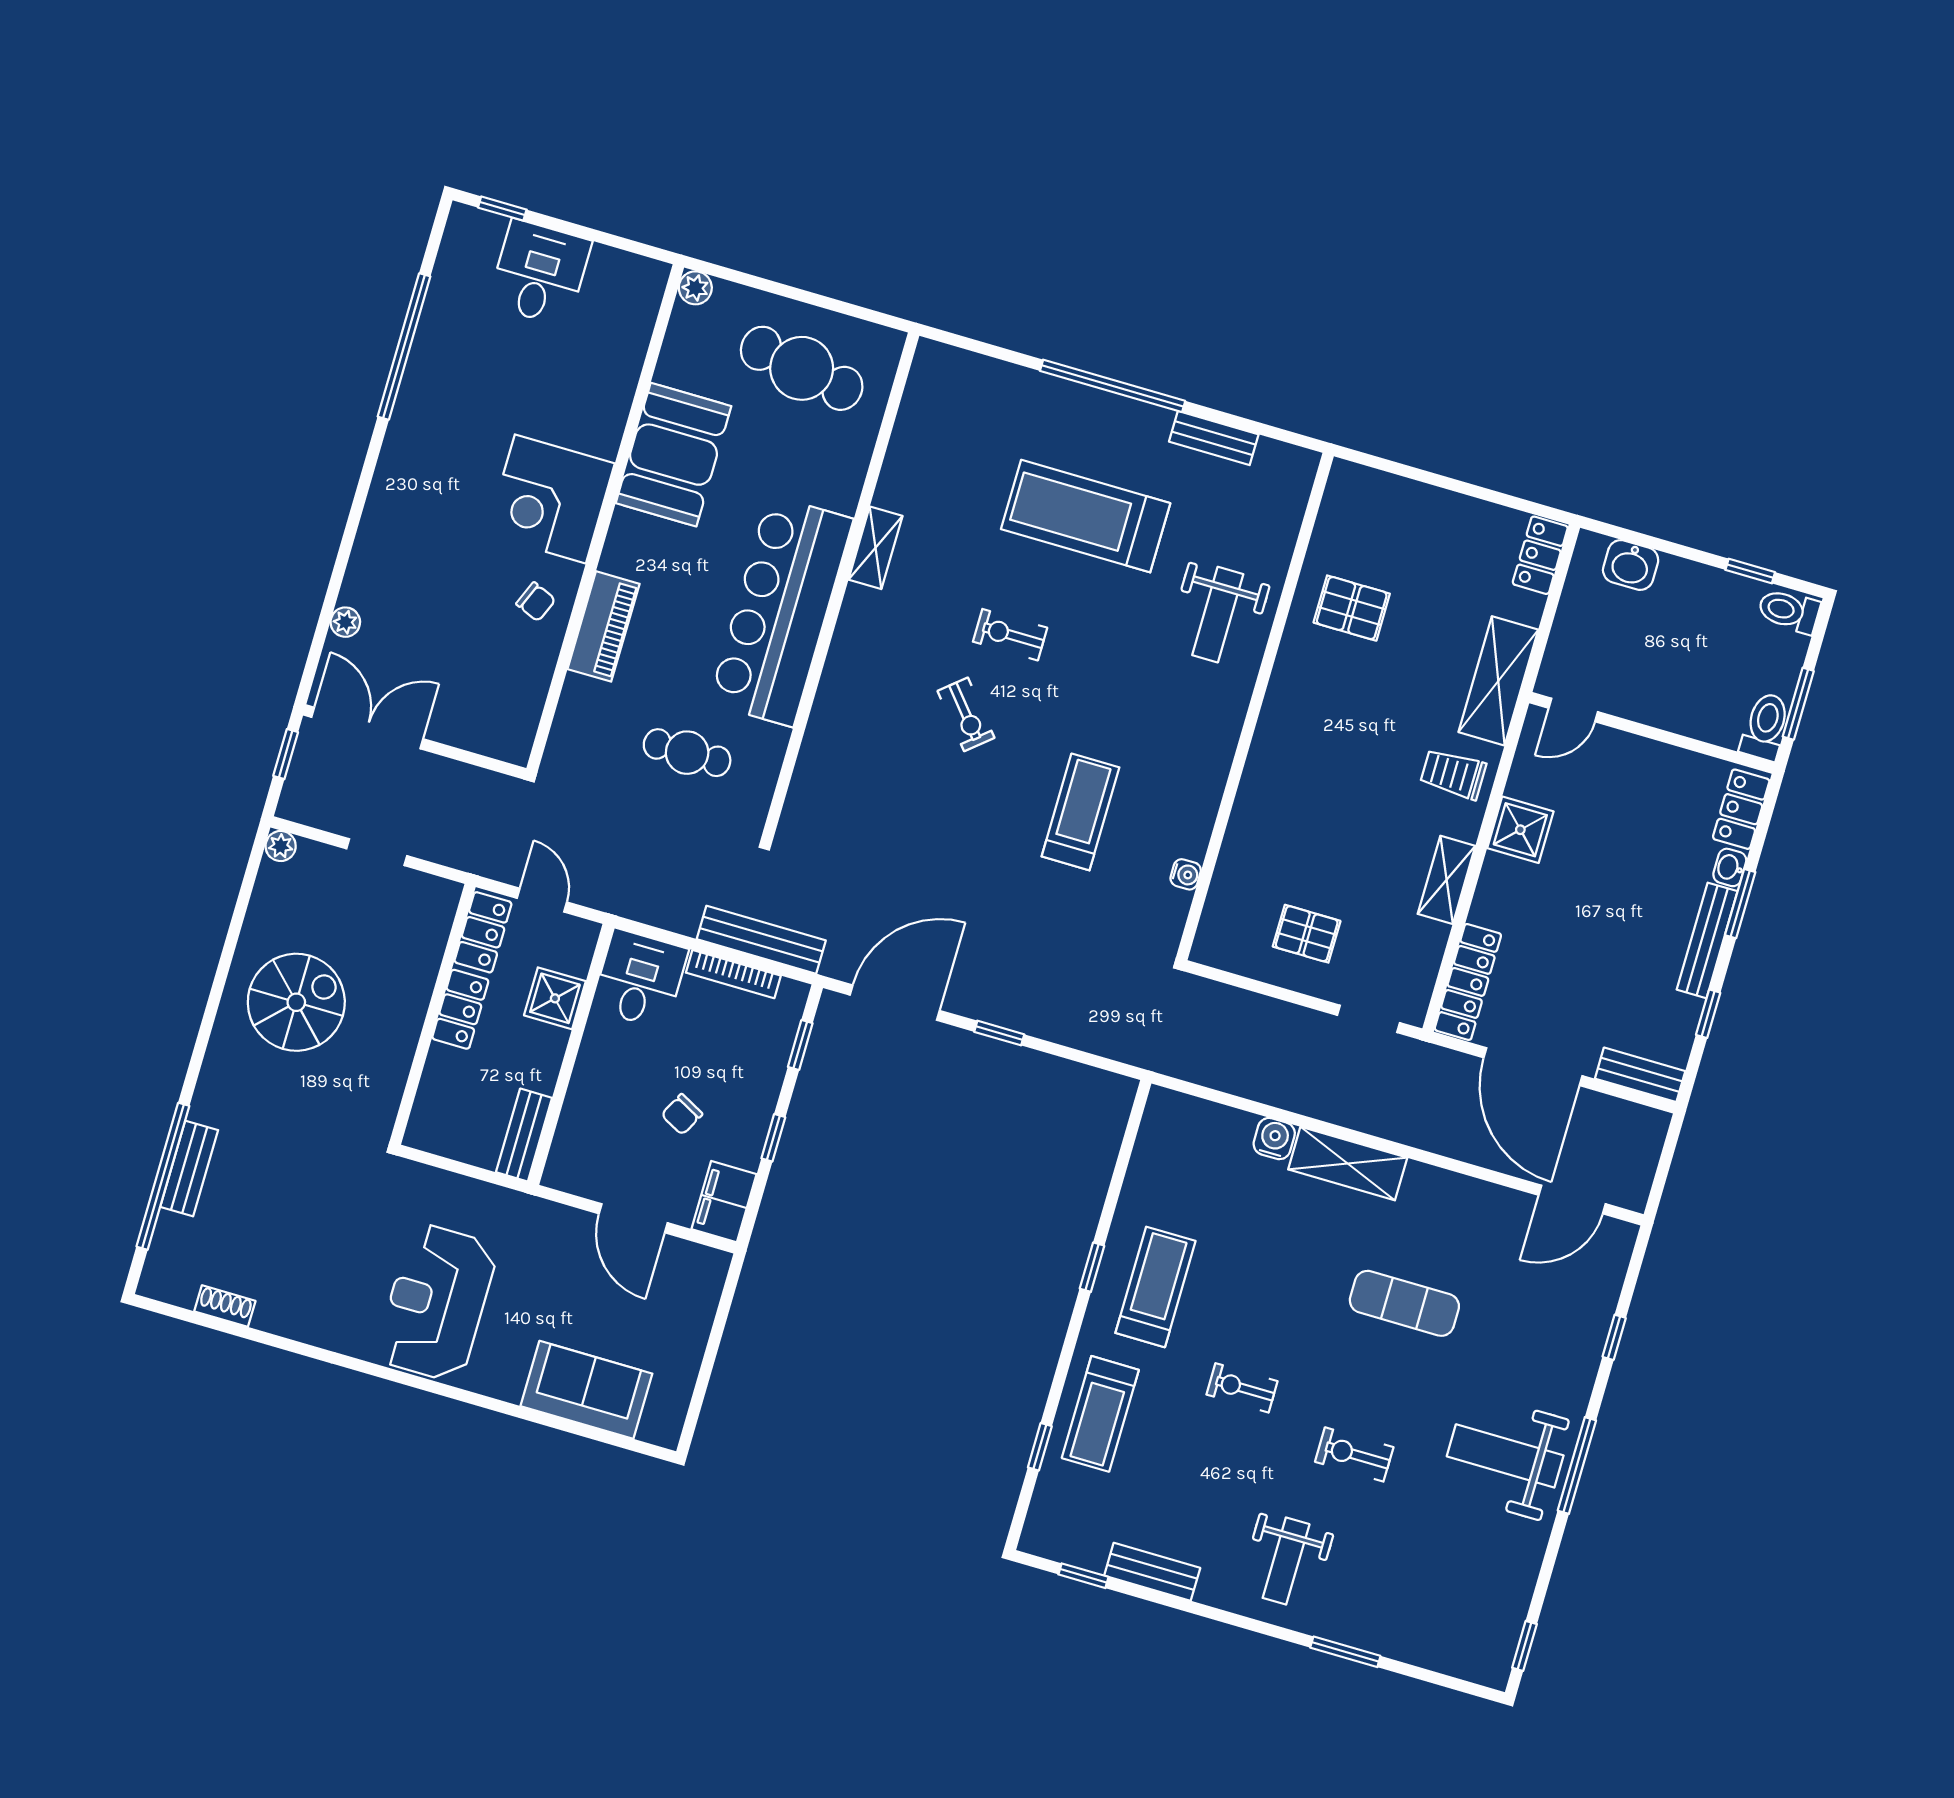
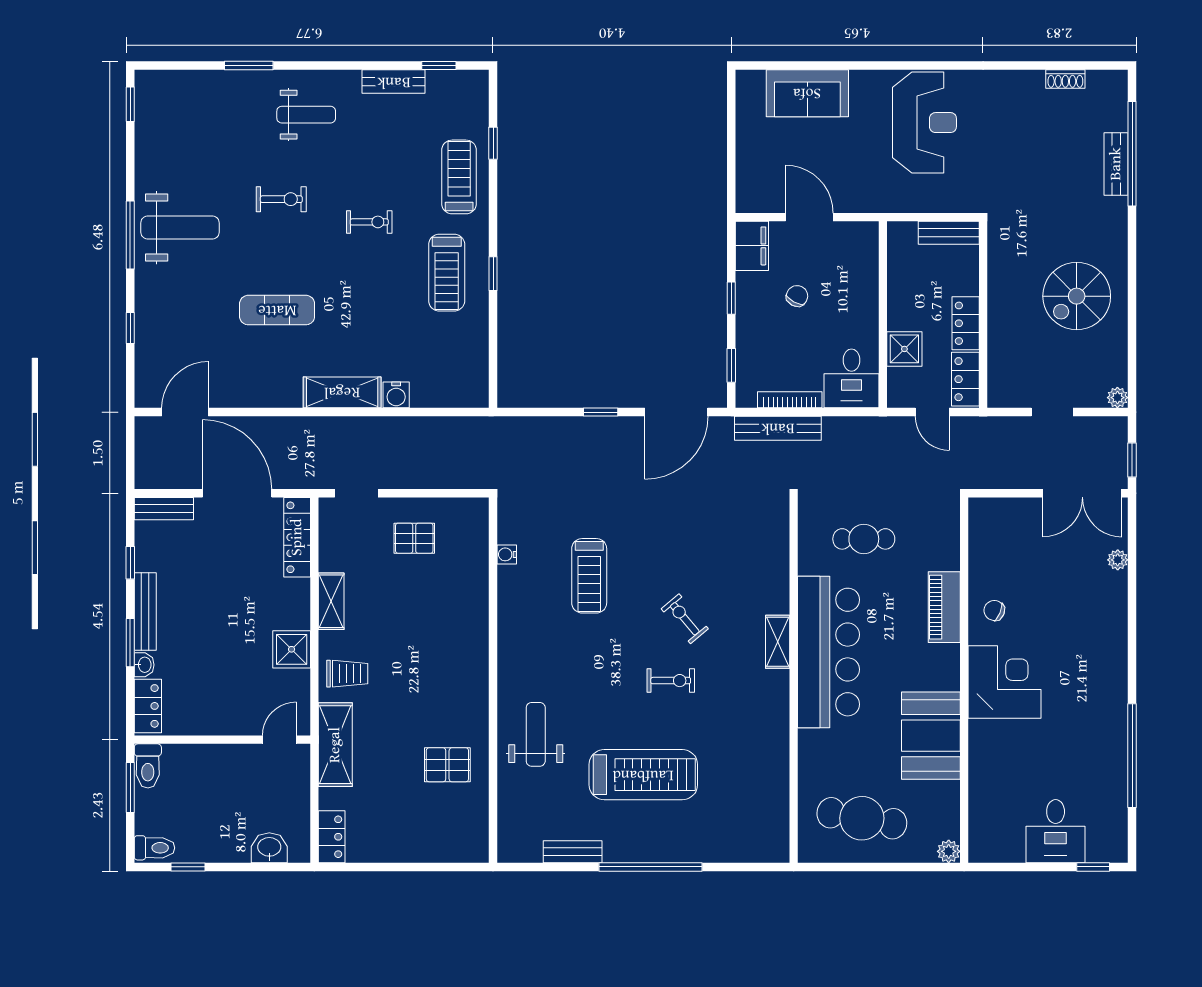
shelving: (876, 548) -> (778, 642), moved
bench: (524, 1135) -> (949, 233), moved, turned 90
weight bench: (1286, 1561) -> (306, 115), turned 90

